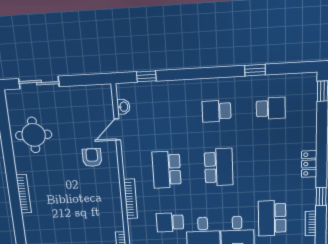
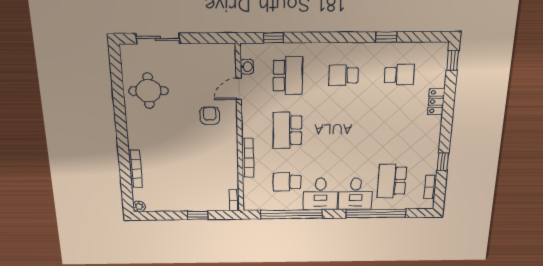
locker: (309, 164) -> (436, 102), moved
school desk: (219, 167) -> (288, 76), moved
bookcase: (24, 194) -> (135, 169), moved

